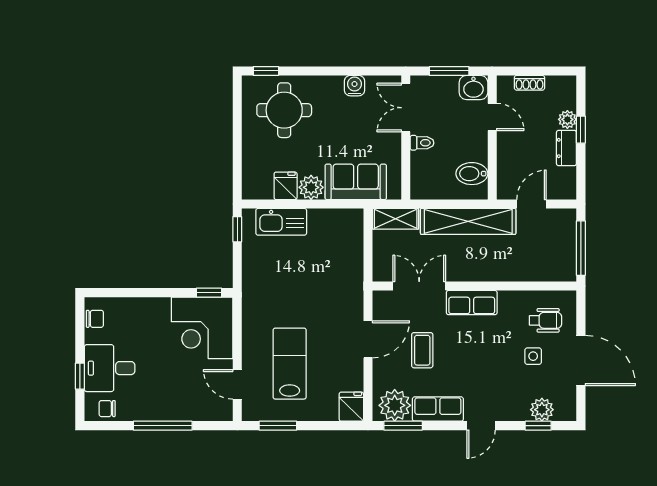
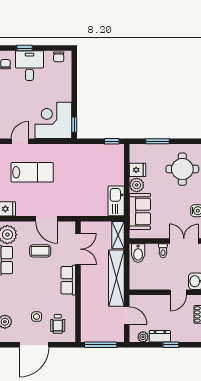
plant: (567, 119) -> (143, 337), moved
window: (237, 152) -> (158, 141), added
bidet: (472, 174) -> (138, 253), moved, turned 180
kitchen sink: (281, 222) -> (116, 201), moved

